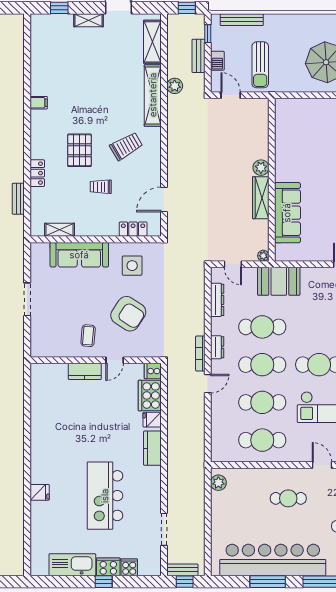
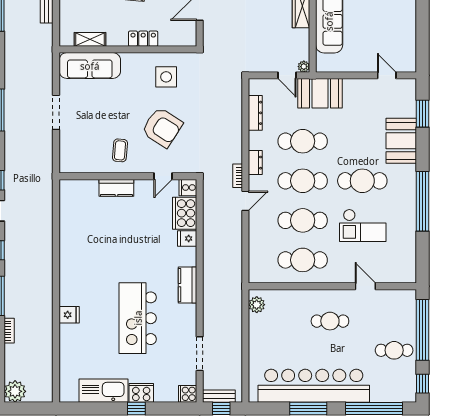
locker: (133, 229) -> (143, 39), moved
sofa: (79, 255) -> (90, 66), moved
door: (233, 264) -> (287, 75), moved
bookcase: (200, 354) -> (238, 176), width x0.64
door: (115, 360) -> (163, 176), moved
kitchen counter: (152, 448) -> (187, 285), moved
cooker: (129, 567) -> (188, 394), moved, turned -90

